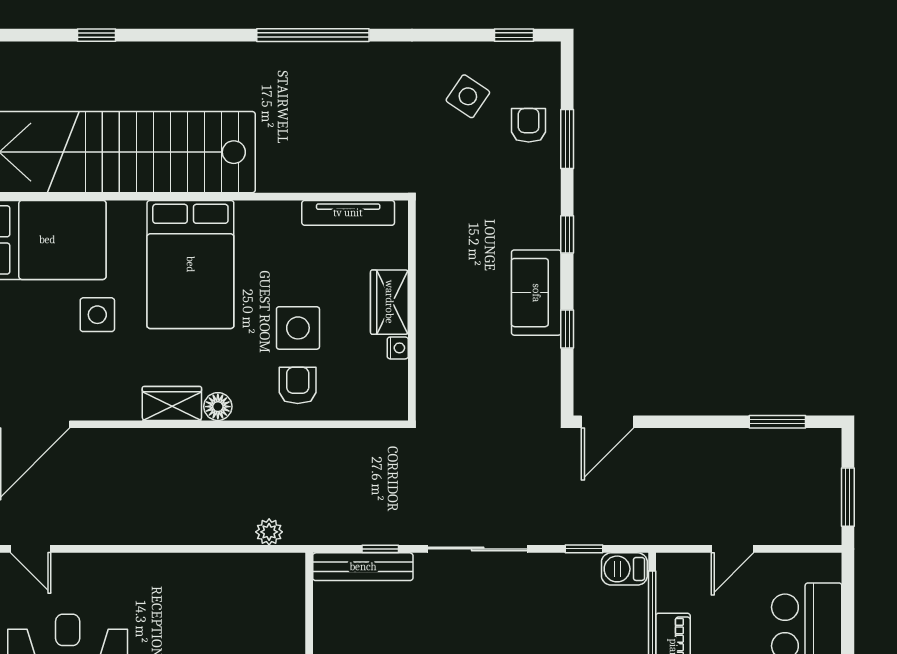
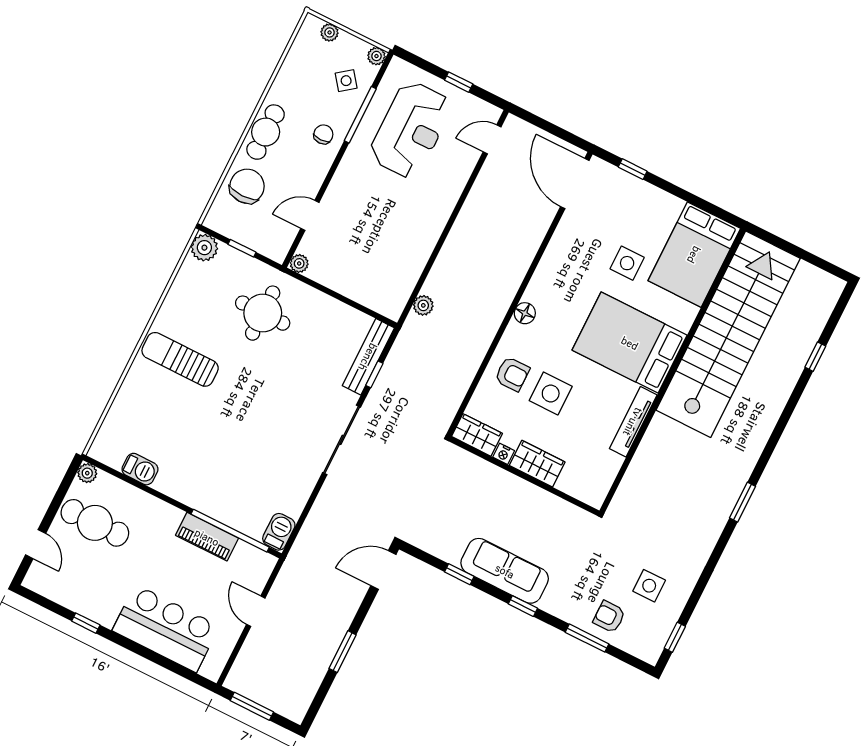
window: (313, 35) -> (743, 502), width x0.47
side table: (468, 96) -> (649, 586), turned -34
armchair: (529, 125) -> (609, 617), turned 180
tv unit: (348, 213) -> (633, 422), moved
sofa: (536, 293) -> (505, 571), width x1.36
wardrobe: (172, 403) -> (477, 435), moved, turned -90
door: (608, 422) -> (383, 570), hinge flipped
window: (777, 422) -> (343, 652), moved
window: (584, 549) -> (306, 511), removed

